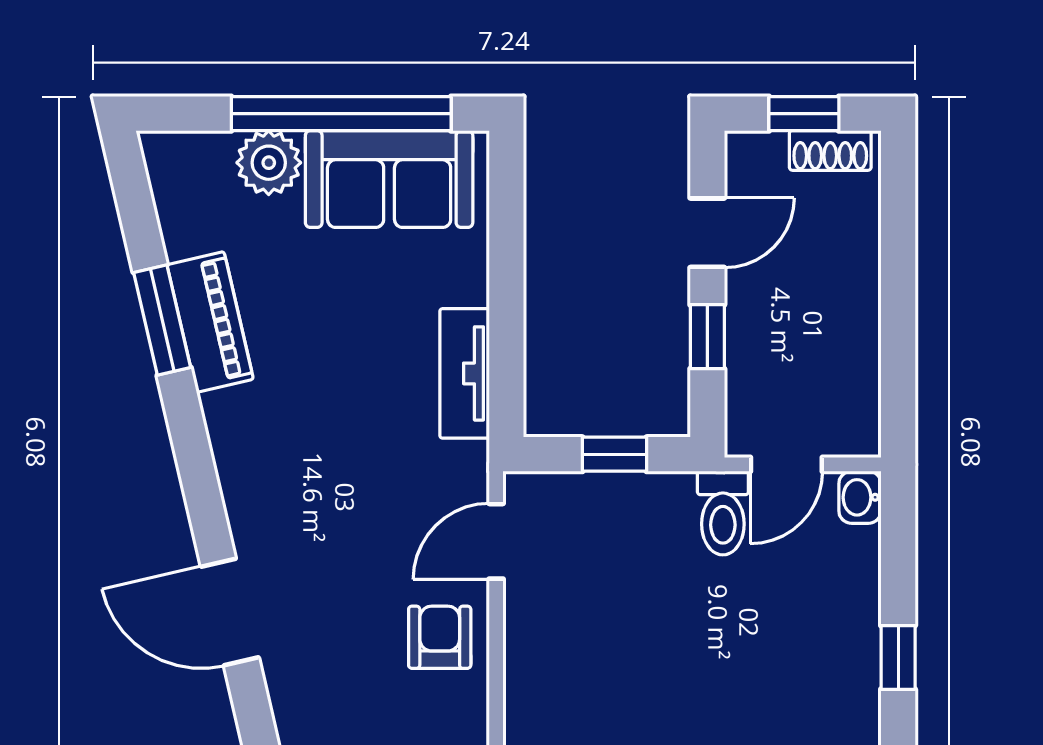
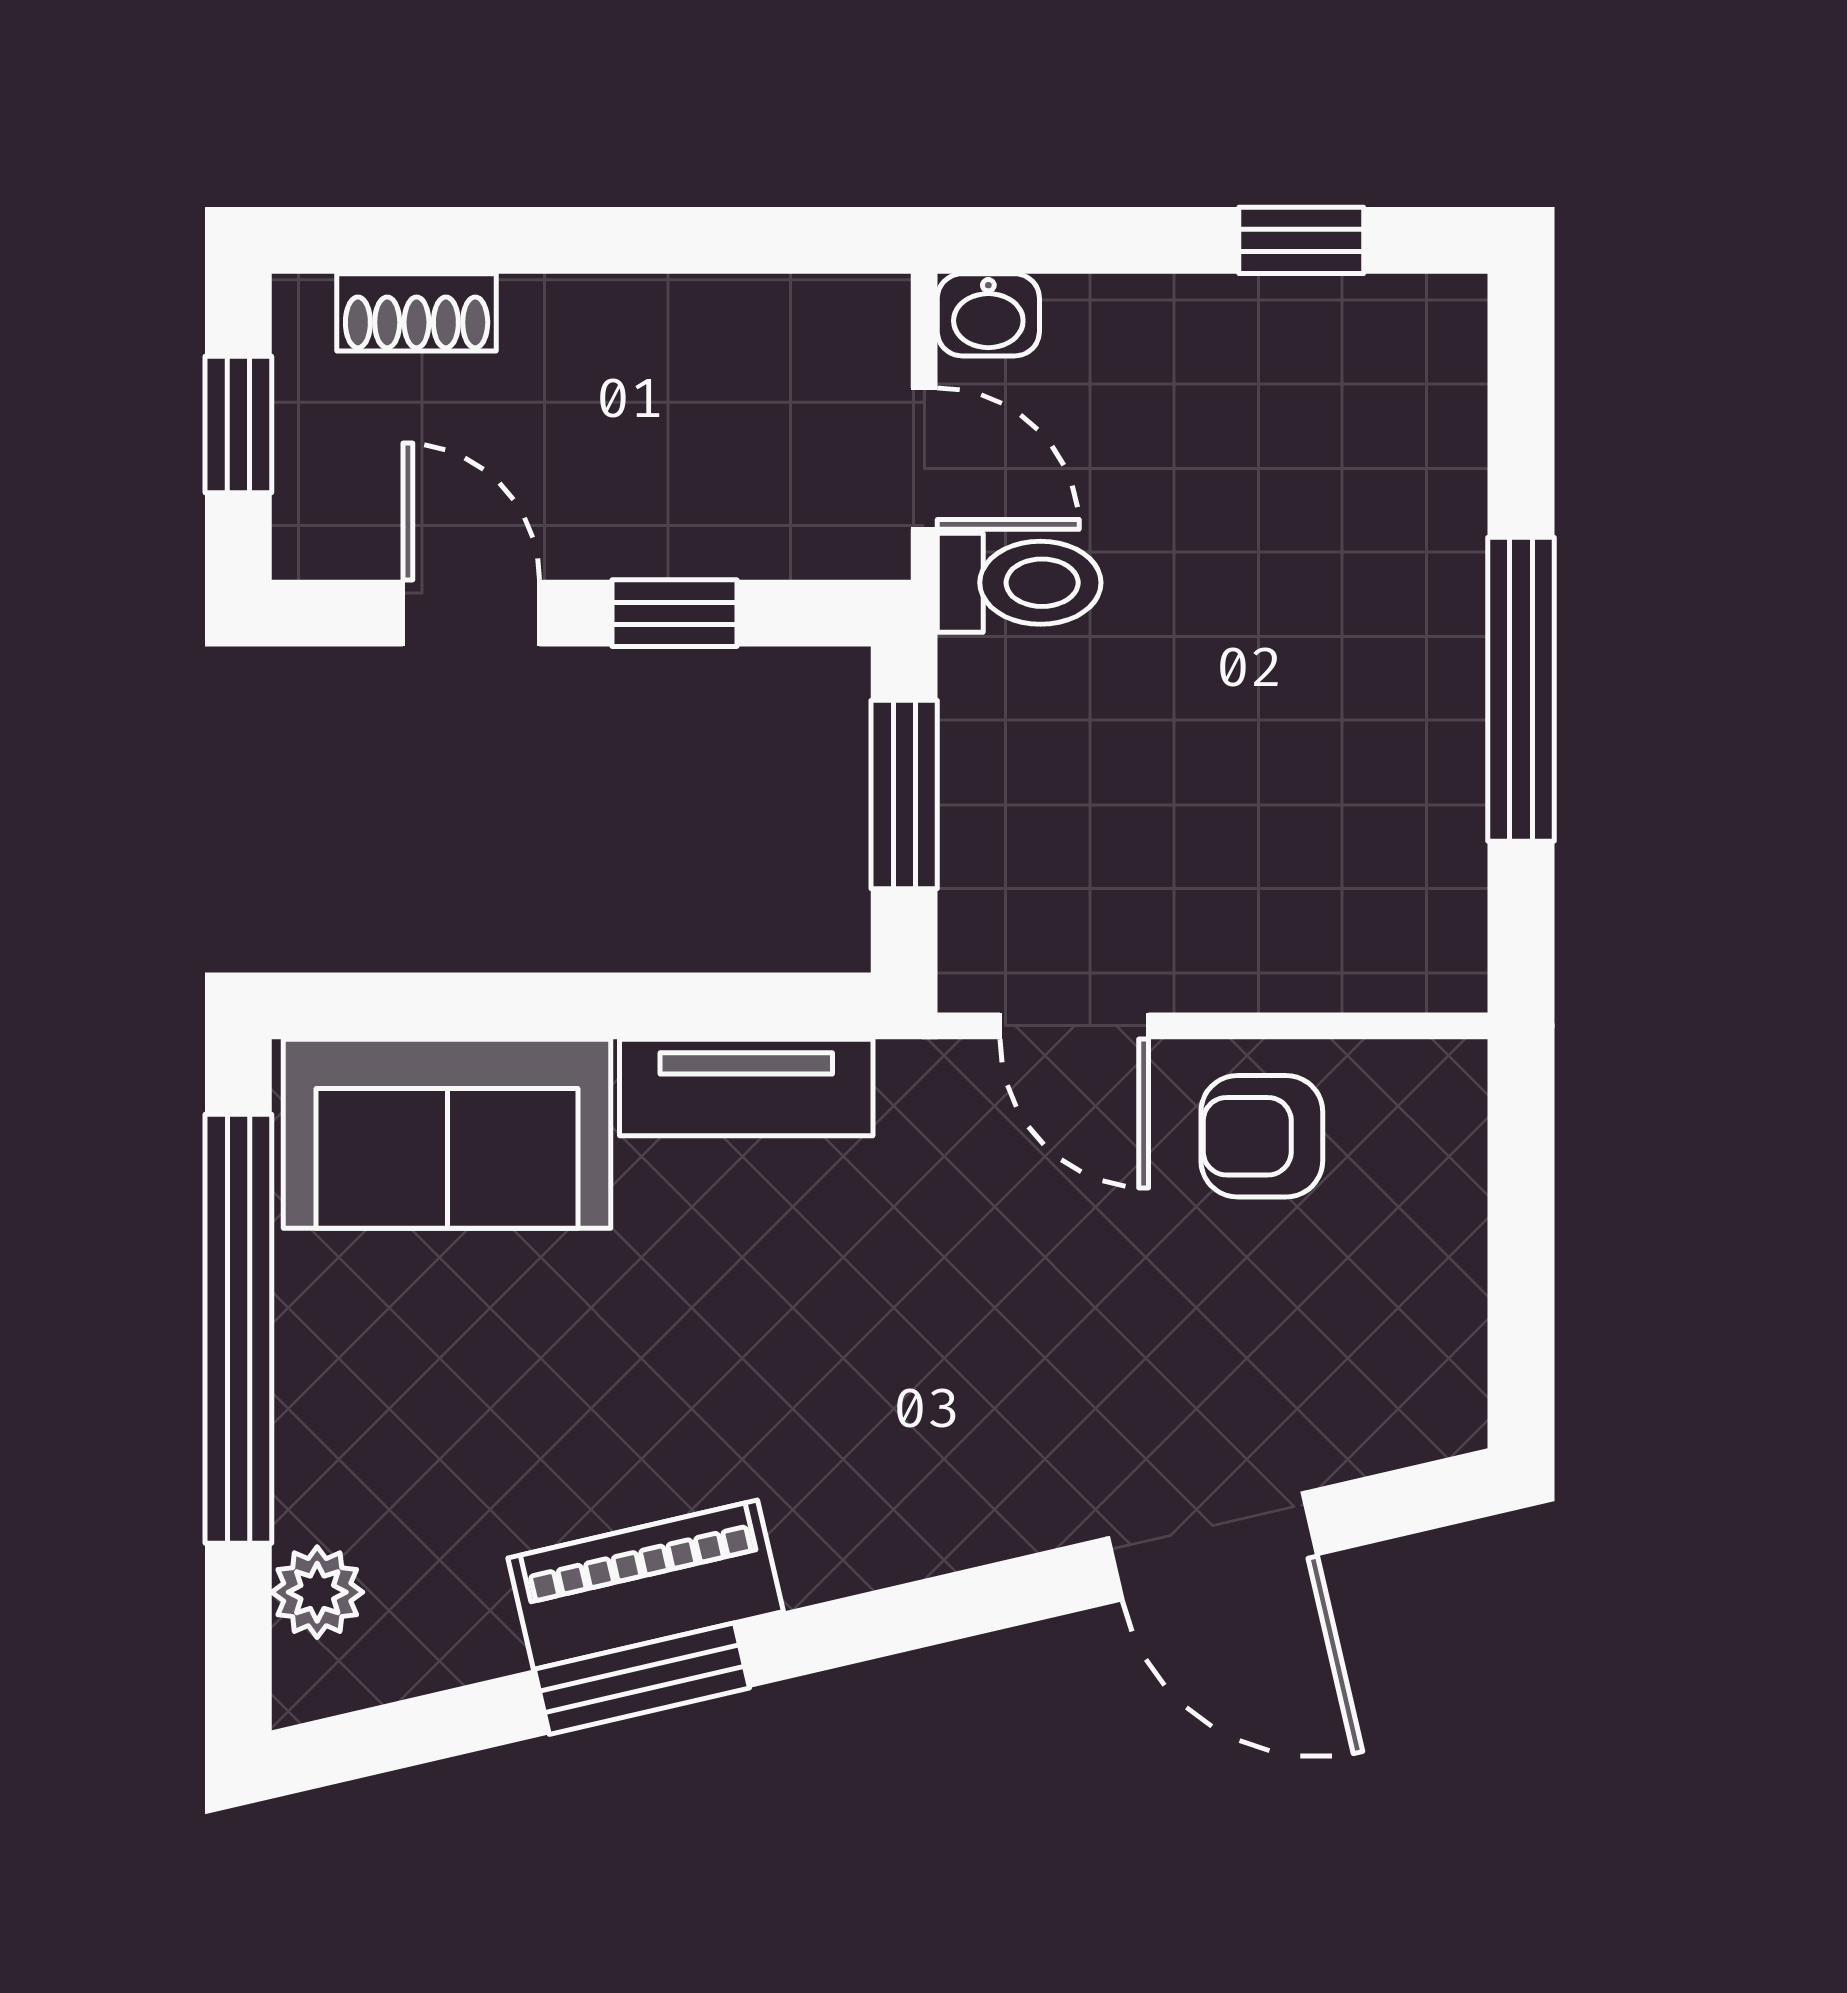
shoe rack: (830, 150) -> (417, 312), moved, turned 90
plant: (269, 163) -> (317, 1592), moved, width x0.73, depth x0.73
sofa: (389, 179) -> (447, 1134), moved, turned 90
window: (615, 454) -> (904, 795), width x1.50
door: (230, 612) -> (1213, 1546), hinge flipped

